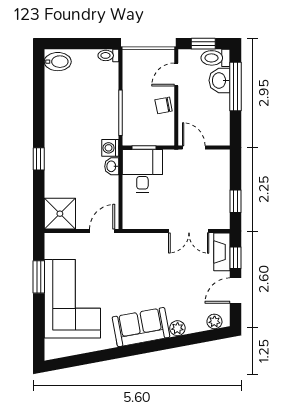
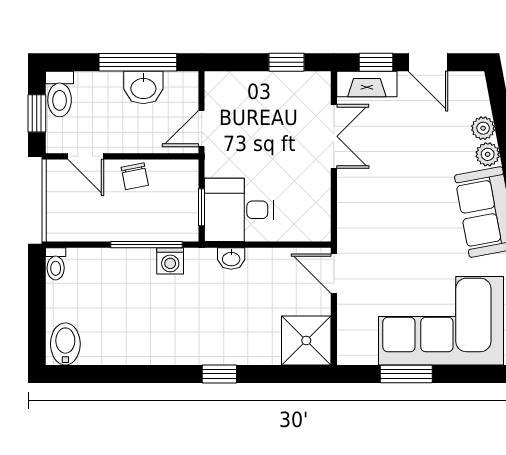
washbasin: (220, 80) -> (143, 88), moved
window: (236, 87) -> (138, 62), moved
washing machine: (110, 148) -> (170, 261), moved
plant: (214, 321) -> (483, 128), moved

